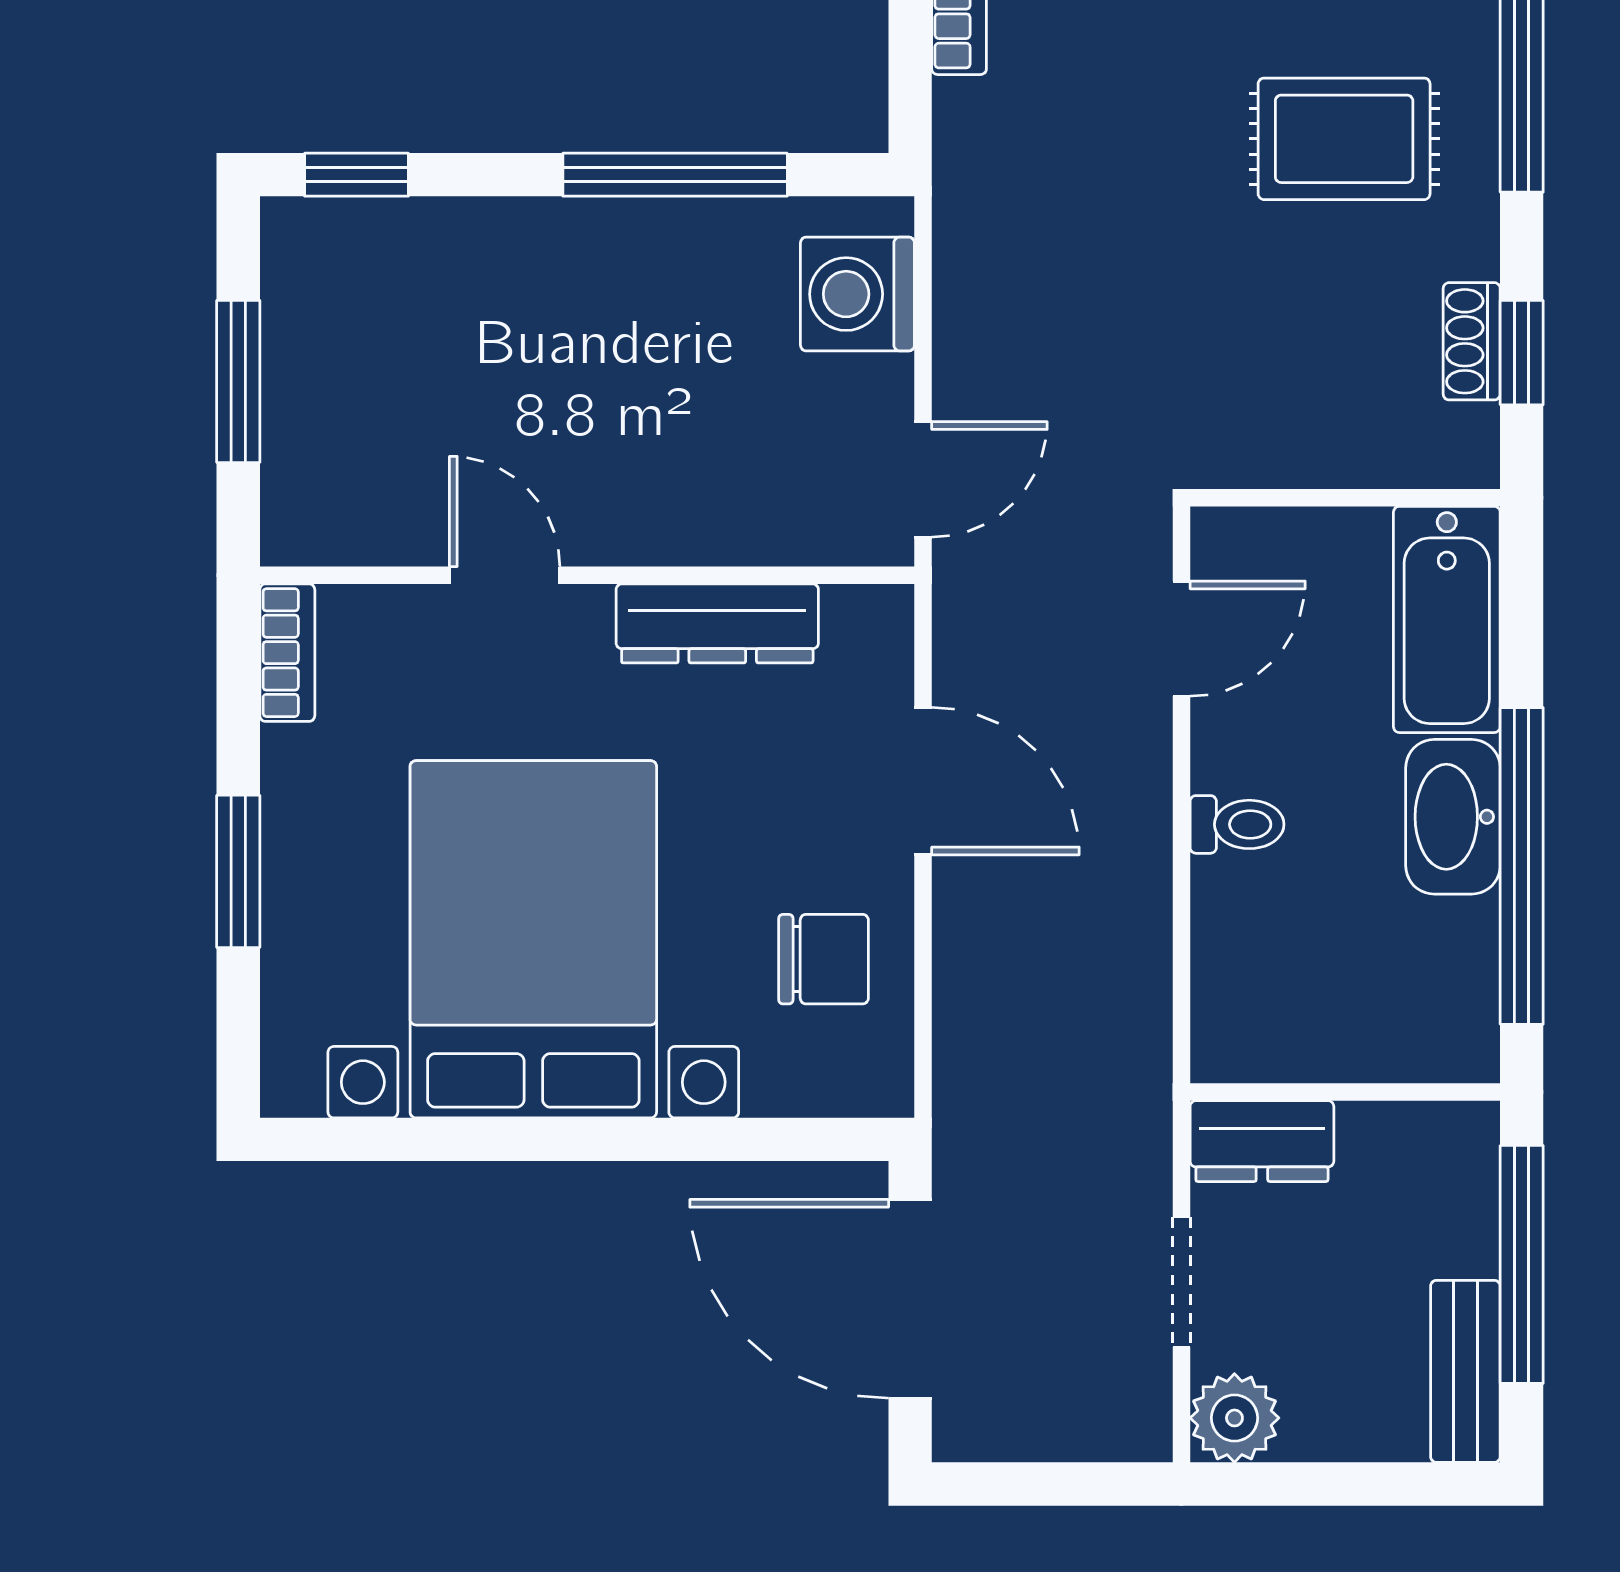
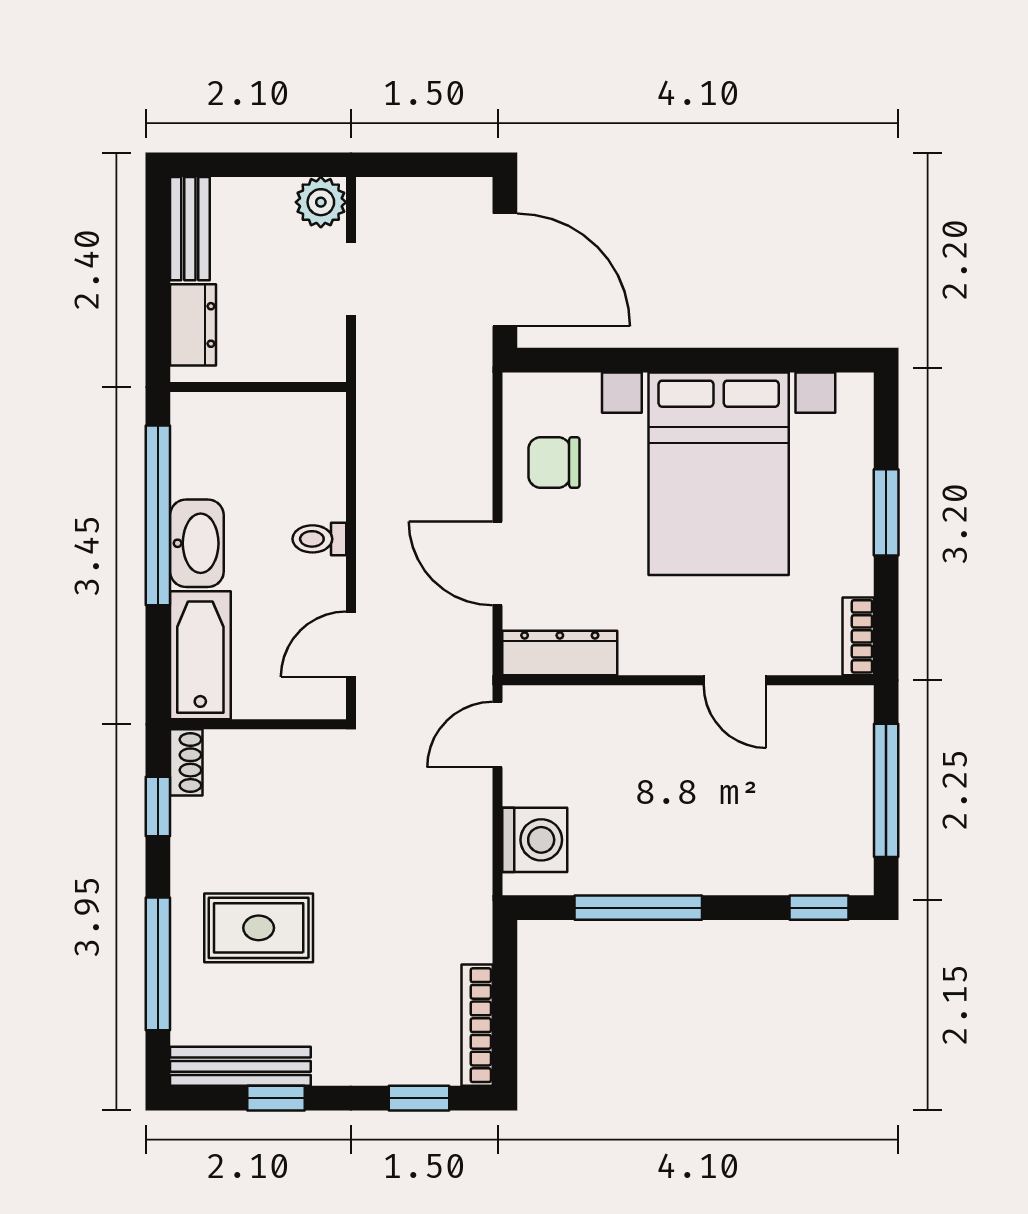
shoe rack: (1472, 341) -> (186, 762), moved
window: (238, 381) -> (886, 790), width x1.44
dresser: (717, 623) -> (560, 653), moved
dresser: (1262, 1141) -> (193, 325), moved, turned 90
window: (1522, 1264) -> (158, 289), removed

